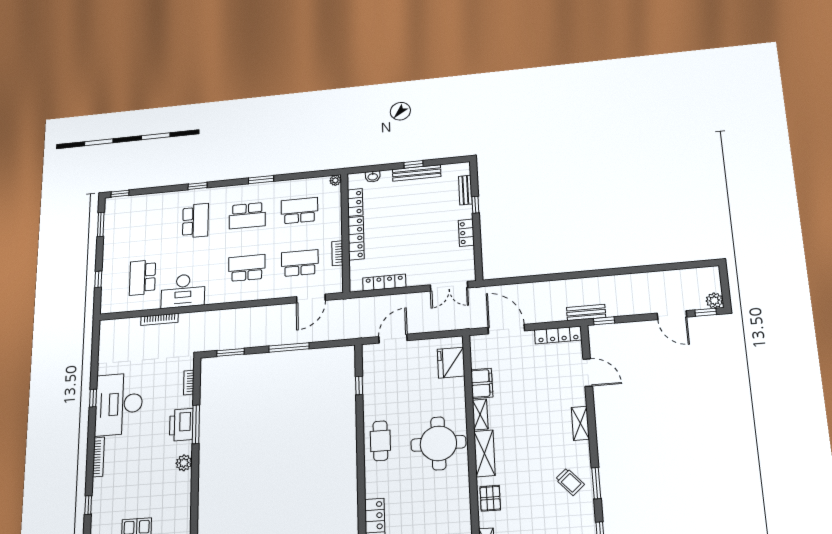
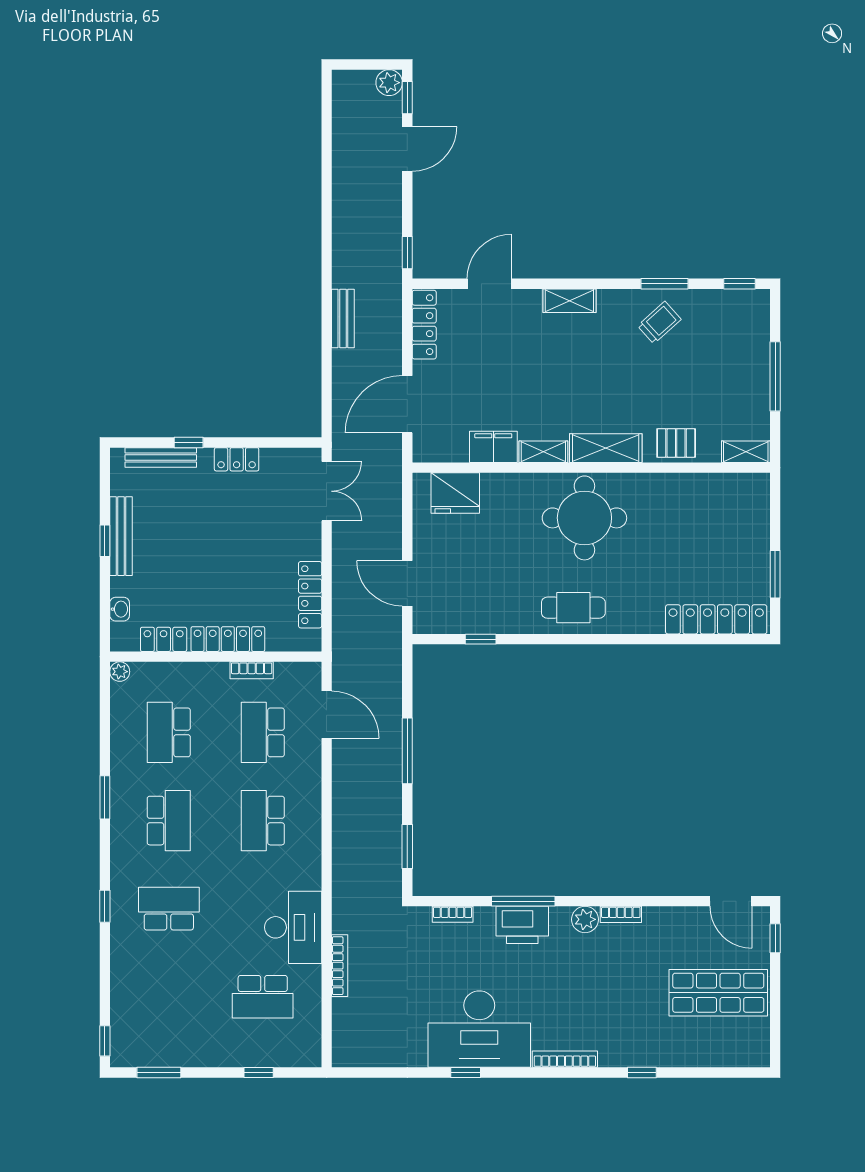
bench: (465, 190) -> (161, 457), width x1.36
bench: (586, 313) -> (343, 319), moved
bookcase: (187, 485) -> (621, 914), added

